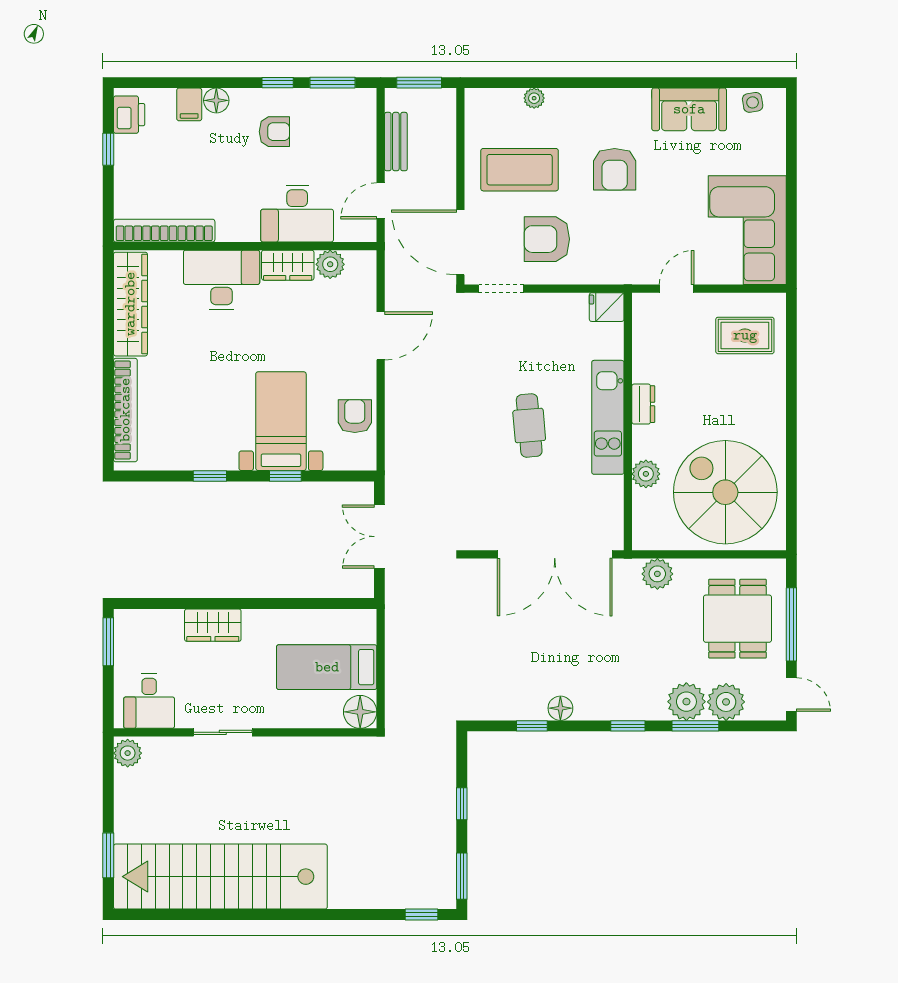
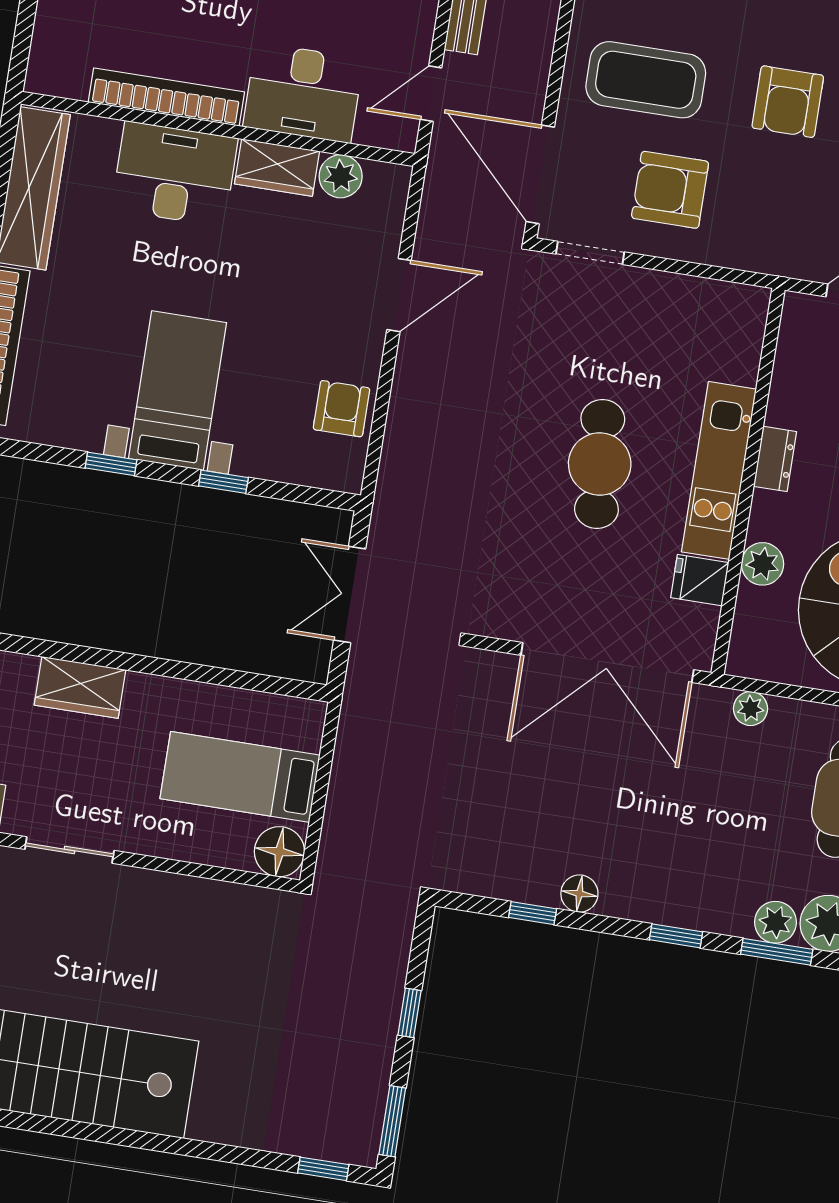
bookcase: (164, 231) -> (166, 97), moved
fridge: (607, 307) -> (700, 580), moved
bed with nightstands: (281, 421) -> (177, 391), moved
cafe table: (529, 425) -> (600, 464), width x1.37, depth x1.35
plant: (657, 574) -> (751, 709), width x0.73, depth x0.73
plant: (686, 702) -> (775, 922), width x0.73, depth x0.73

